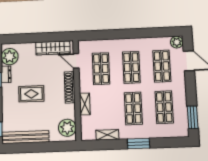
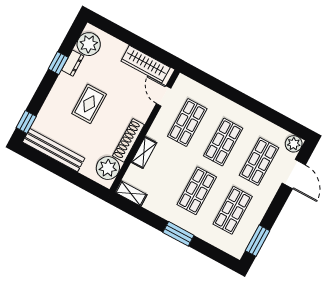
shoe rack: (70, 87) -> (128, 140), moved
rug: (31, 94) -> (89, 104), turned 90
shelving: (107, 135) -> (131, 193), moved

